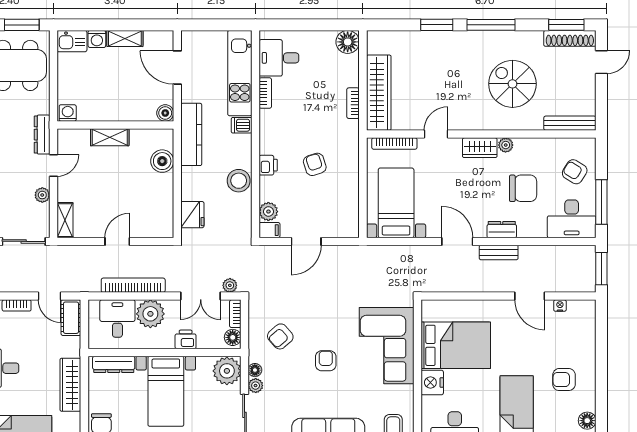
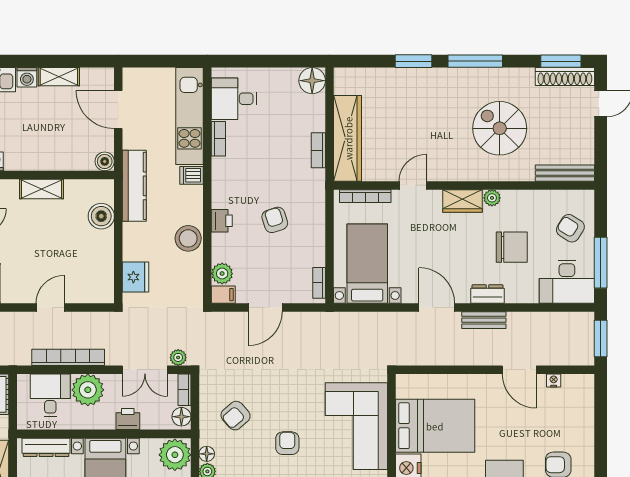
bookcase: (354, 220) -> (319, 283), added

